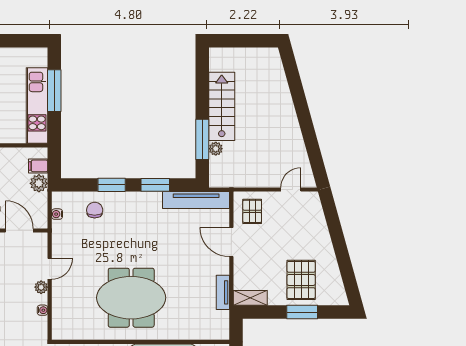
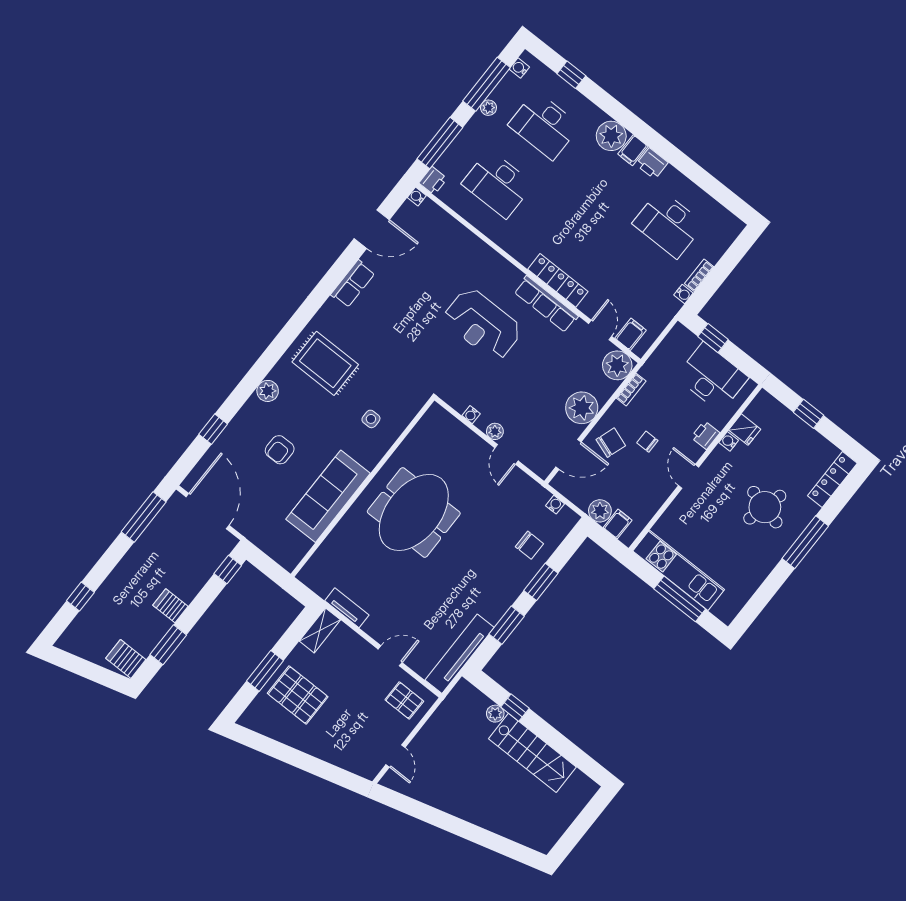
window: (202, 139) -> (515, 708), width x0.46
door: (231, 242) -> (390, 656), width x0.73

